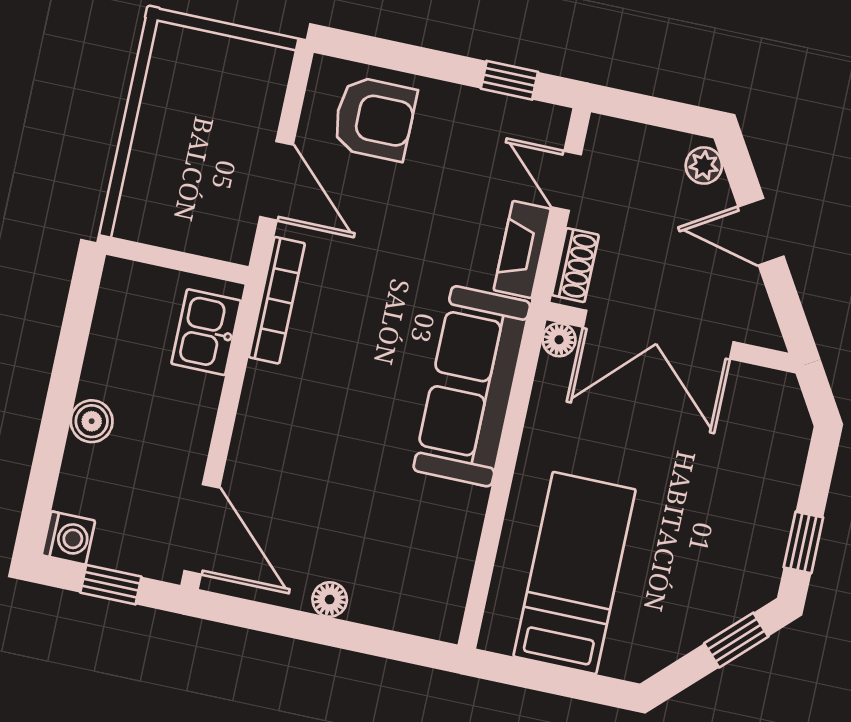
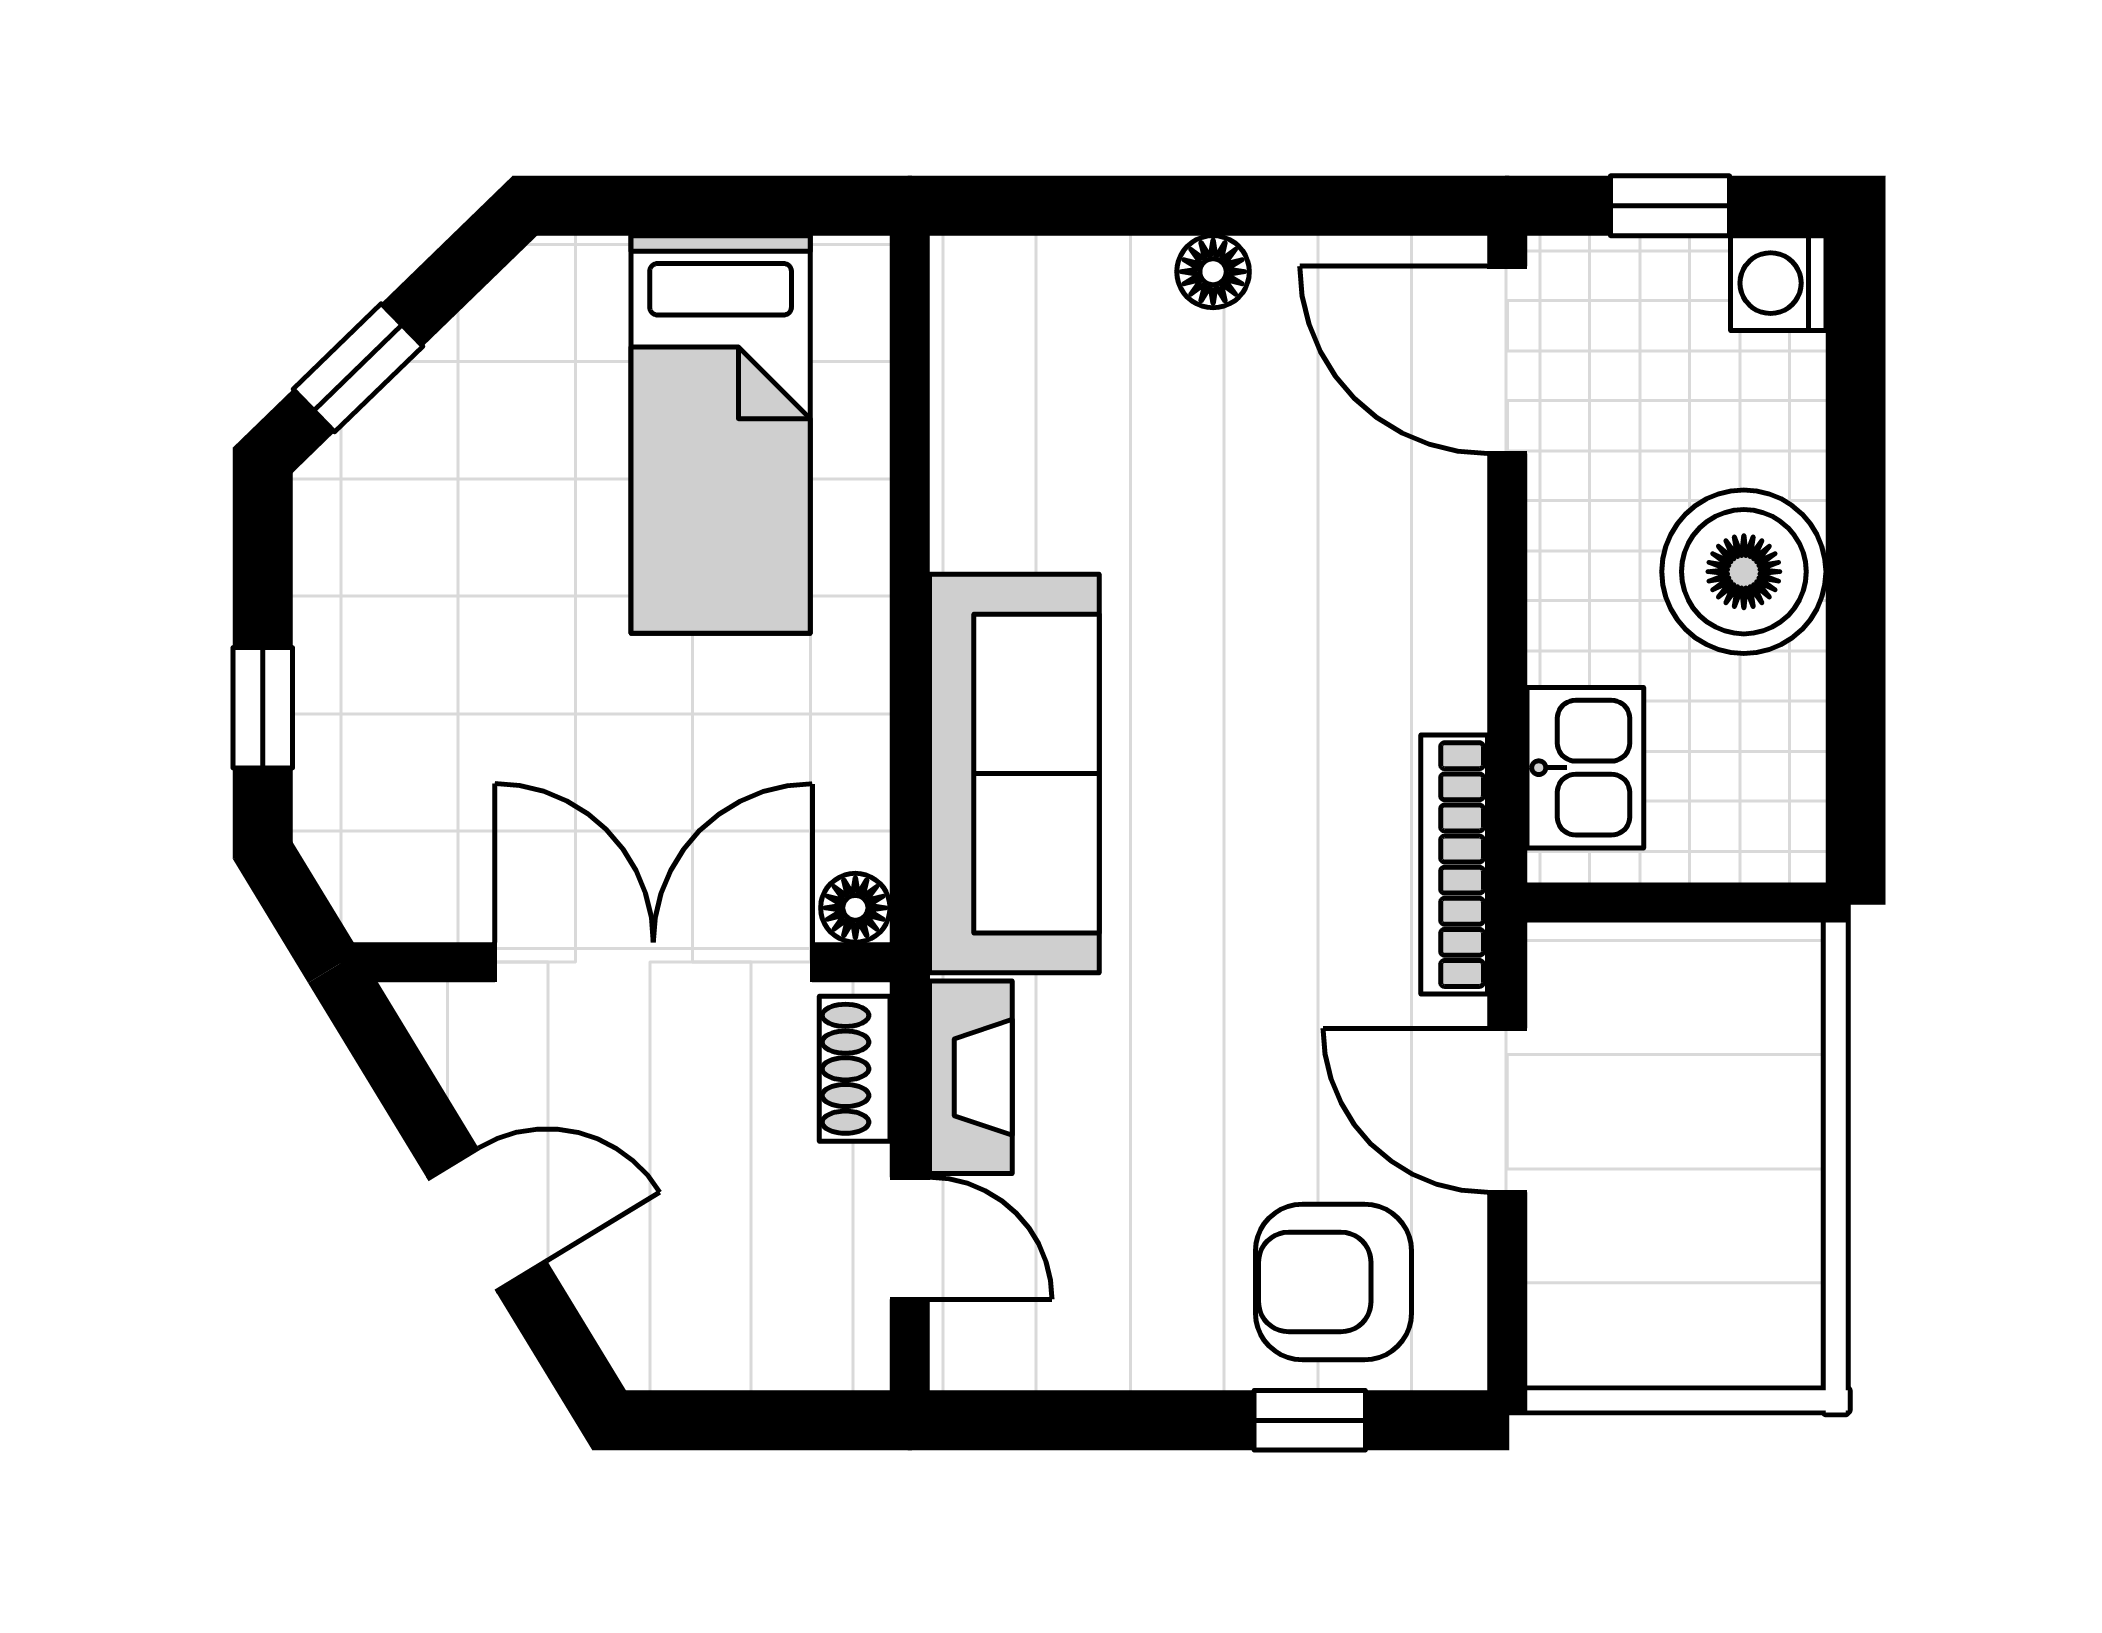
window: (509, 80) -> (1310, 1420), moved
plant: (704, 165) -> (634, 1331), removed
boiler: (92, 421) -> (1744, 572), width x1.86, depth x1.86
window: (803, 542) -> (263, 708), moved

